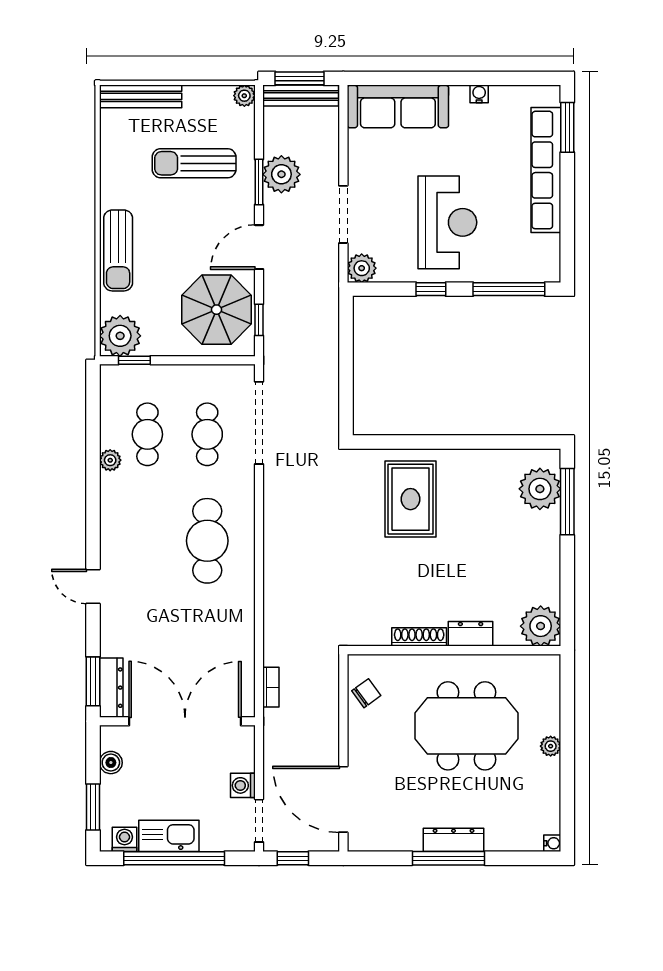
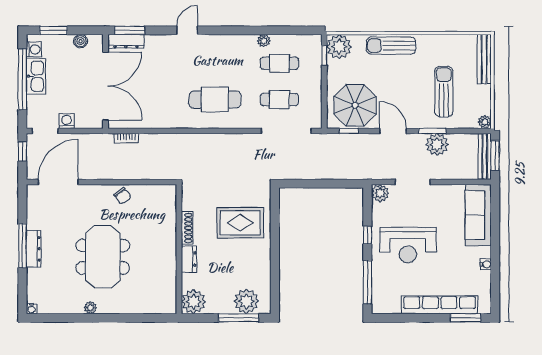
plant: (541, 626) -> (194, 302), moved
dresser: (471, 634) -> (189, 259), moved
shoe rack: (419, 637) -> (187, 228), moved
wall: (454, 650) -> (179, 249), moved

